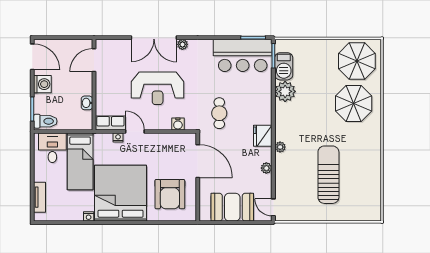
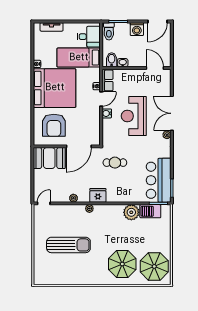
bidet: (83, 118) -> (112, 60), added
water cooler: (178, 124) -> (107, 113), moved
armchair: (170, 194) -> (54, 125), turned -90
booth: (232, 207) -> (49, 158), moved, turned 90

